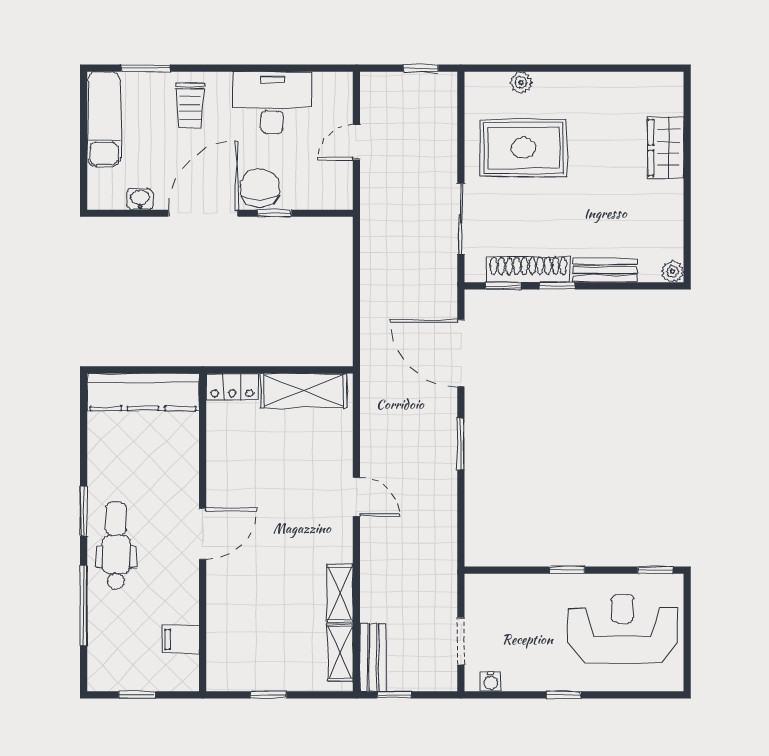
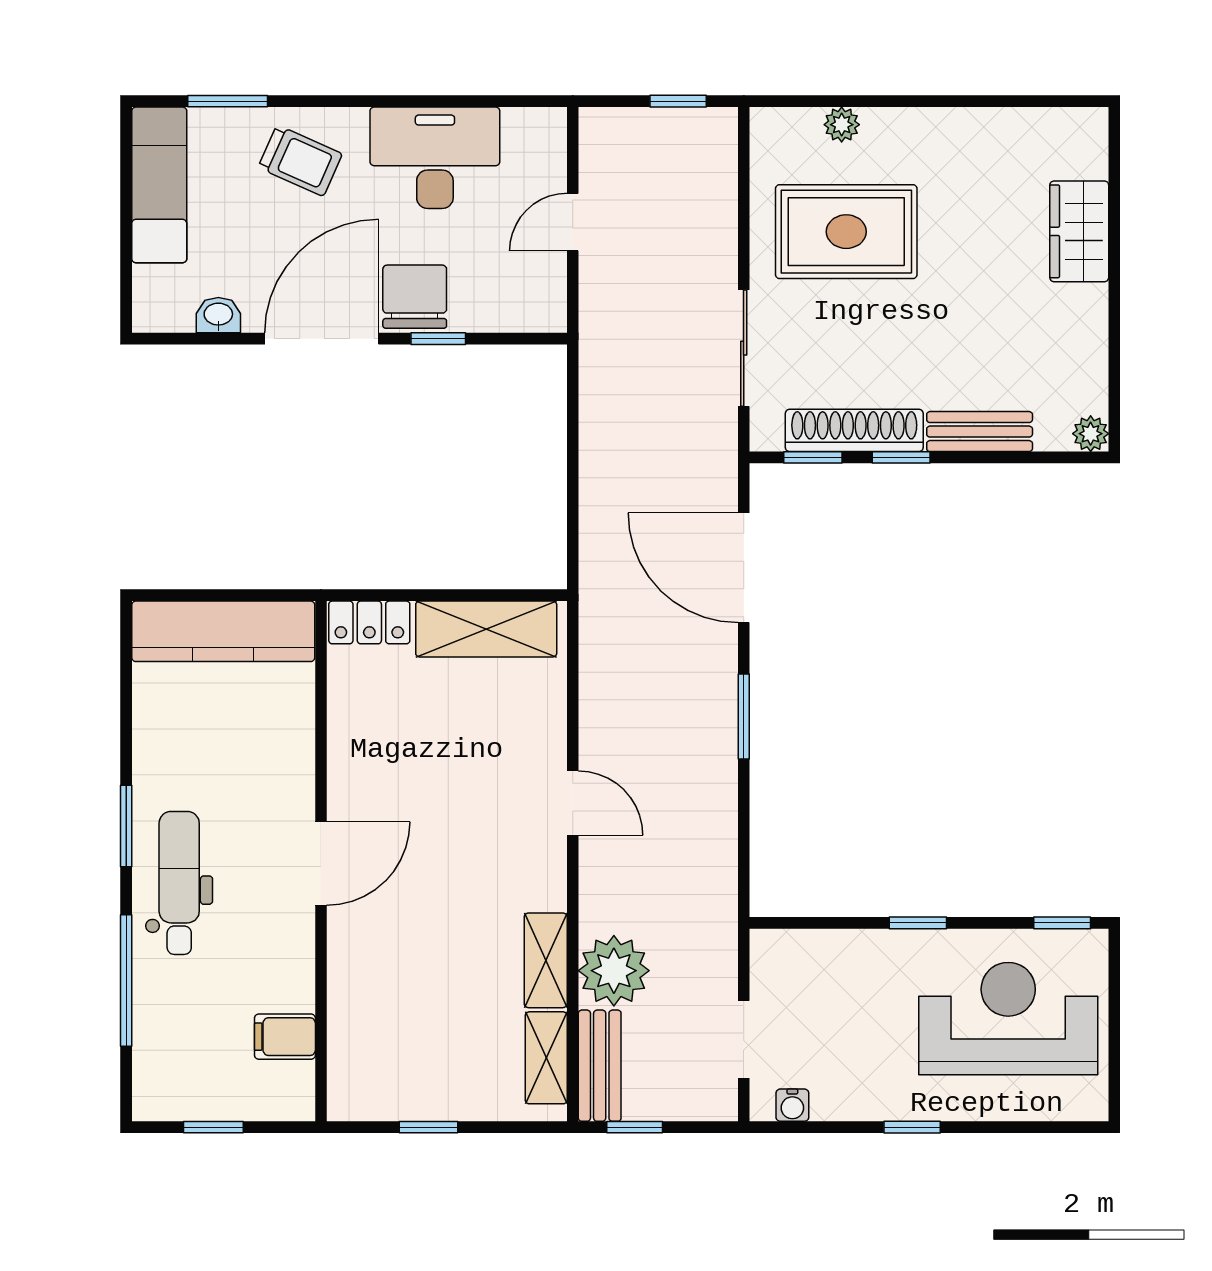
trolley: (190, 105) -> (300, 161), turned -66
plant: (382, 599) -> (614, 971), added

